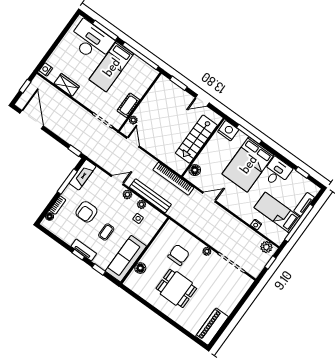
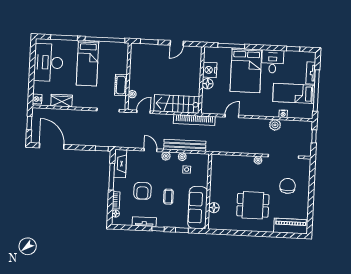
desk: (91, 41) -> (48, 63), moved, turned -90
nightstand: (228, 131) -> (210, 70), moved, turned -90
stairs: (196, 139) -> (177, 104), moved, turned 90
door: (133, 142) -> (143, 112), hinge flipped
floor lamp: (195, 170) -> (208, 84), moved
door: (117, 180) -> (151, 150), hinge flipped
plant: (266, 247) -> (275, 125), moved
tv unit: (84, 250) -> (144, 222), moved
chair: (179, 255) -> (288, 186), moved
piano: (212, 327) -> (291, 226), moved, turned 90

